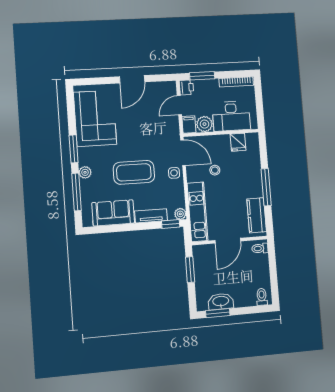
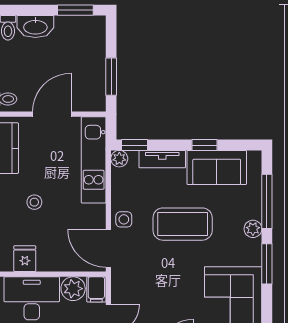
stool: (215, 170) -> (34, 202), moved
window: (123, 228) -> (205, 145), added
washbasin: (221, 301) -> (35, 27), moved

